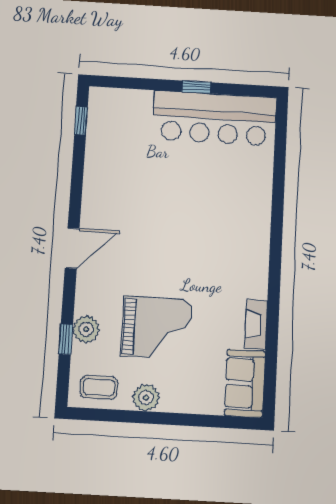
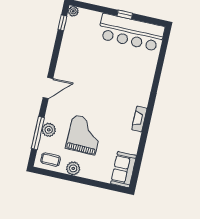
plant: (98, 96) -> (73, 11), added
fireplace: (256, 324) -> (139, 119), moved
grand piano: (157, 328) -> (84, 135), turned -89
window: (66, 339) -> (38, 133), width x2.17

